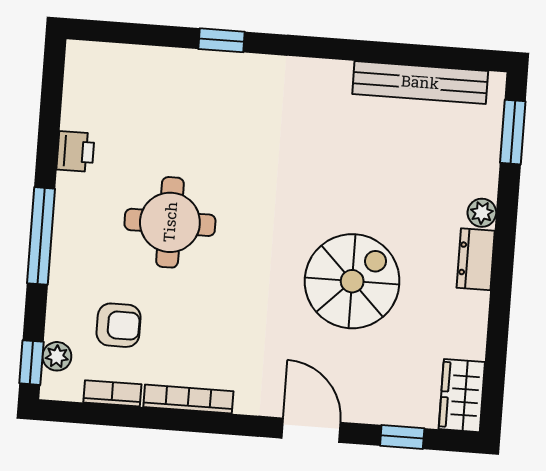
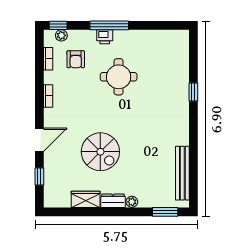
printer: (76, 151) -> (105, 37), moved
wardrobe: (462, 396) -> (86, 199), moved
bookcase: (188, 399) -> (48, 96), width x0.64

